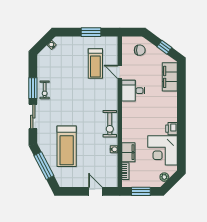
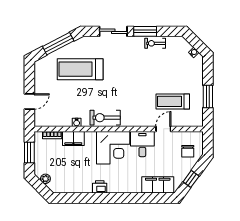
exercise bike: (45, 90) -> (155, 43), moved
corner desk: (163, 150) -> (113, 148), moved, turned 180

